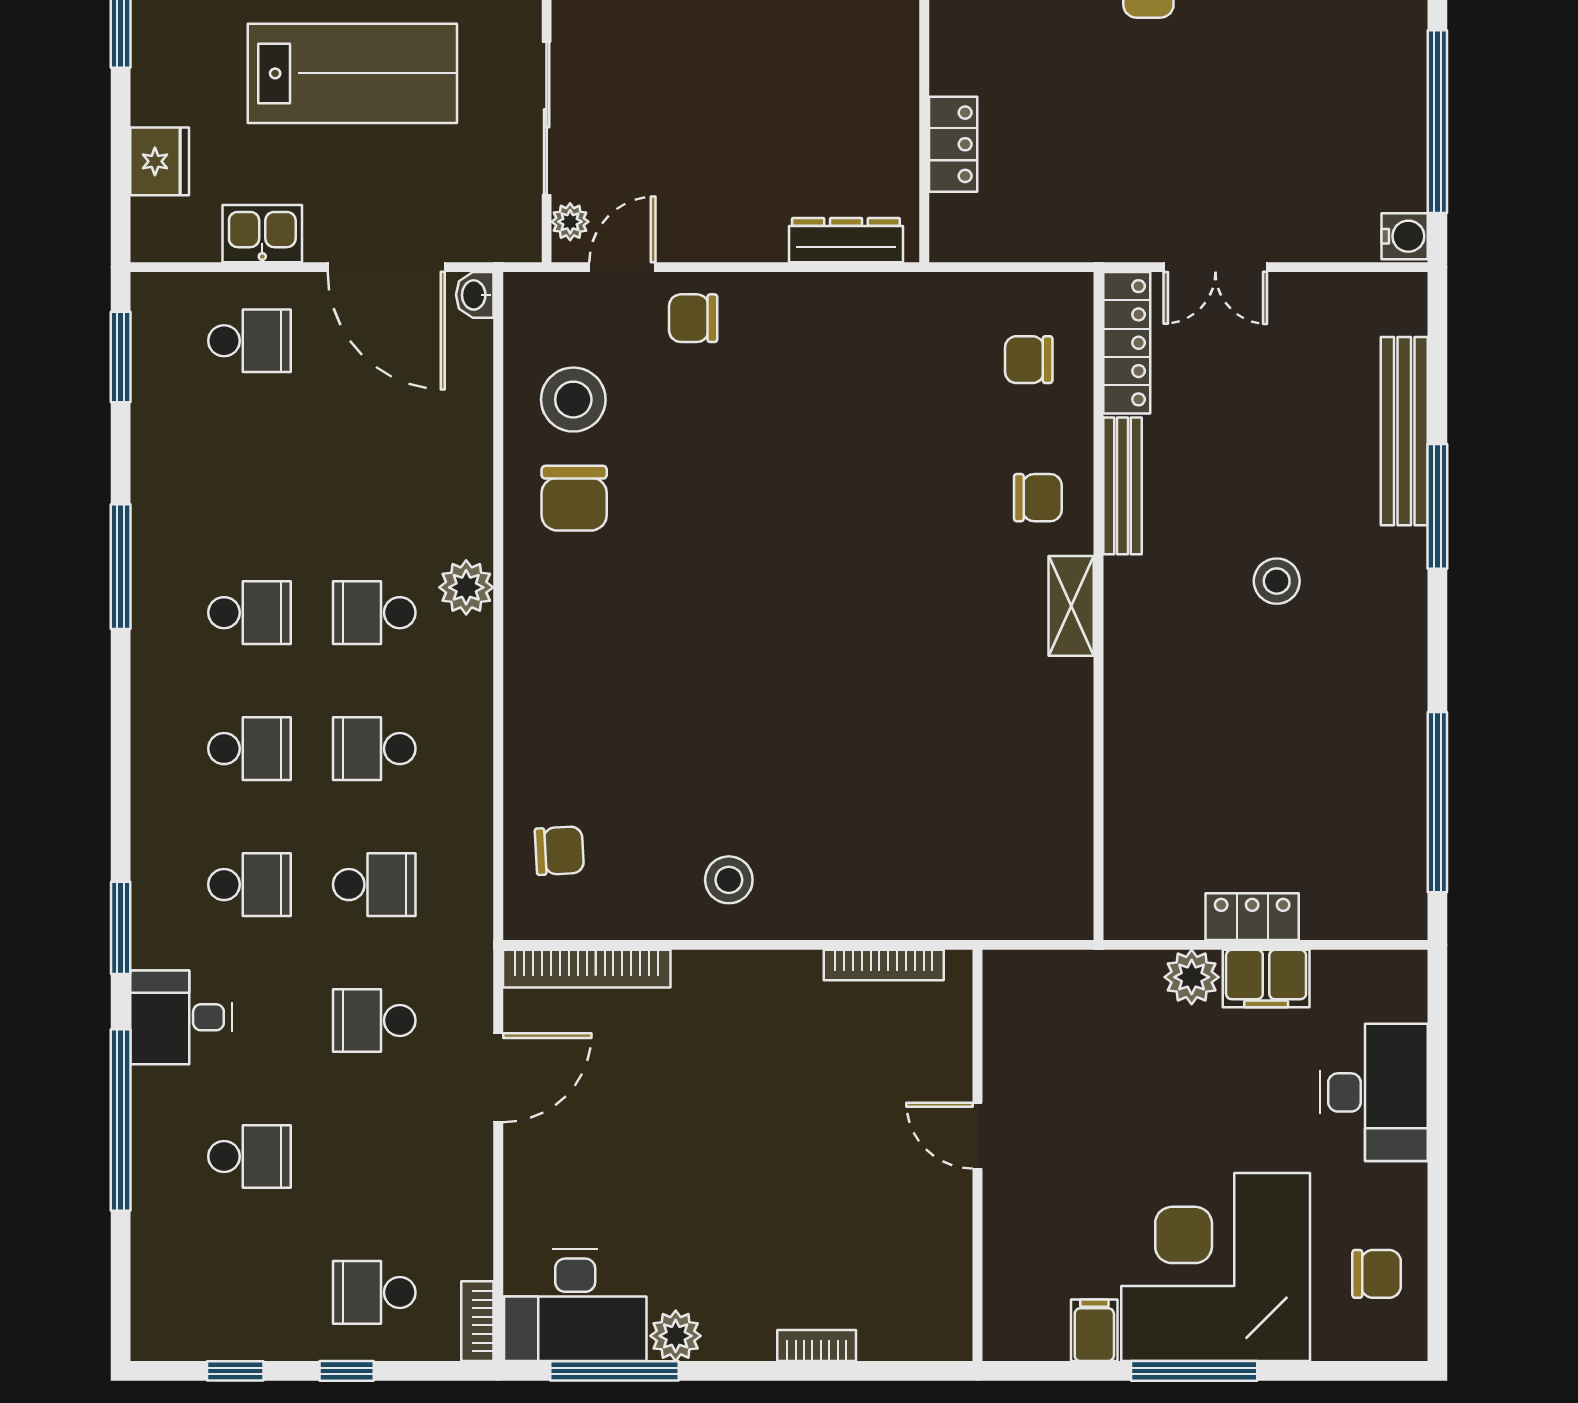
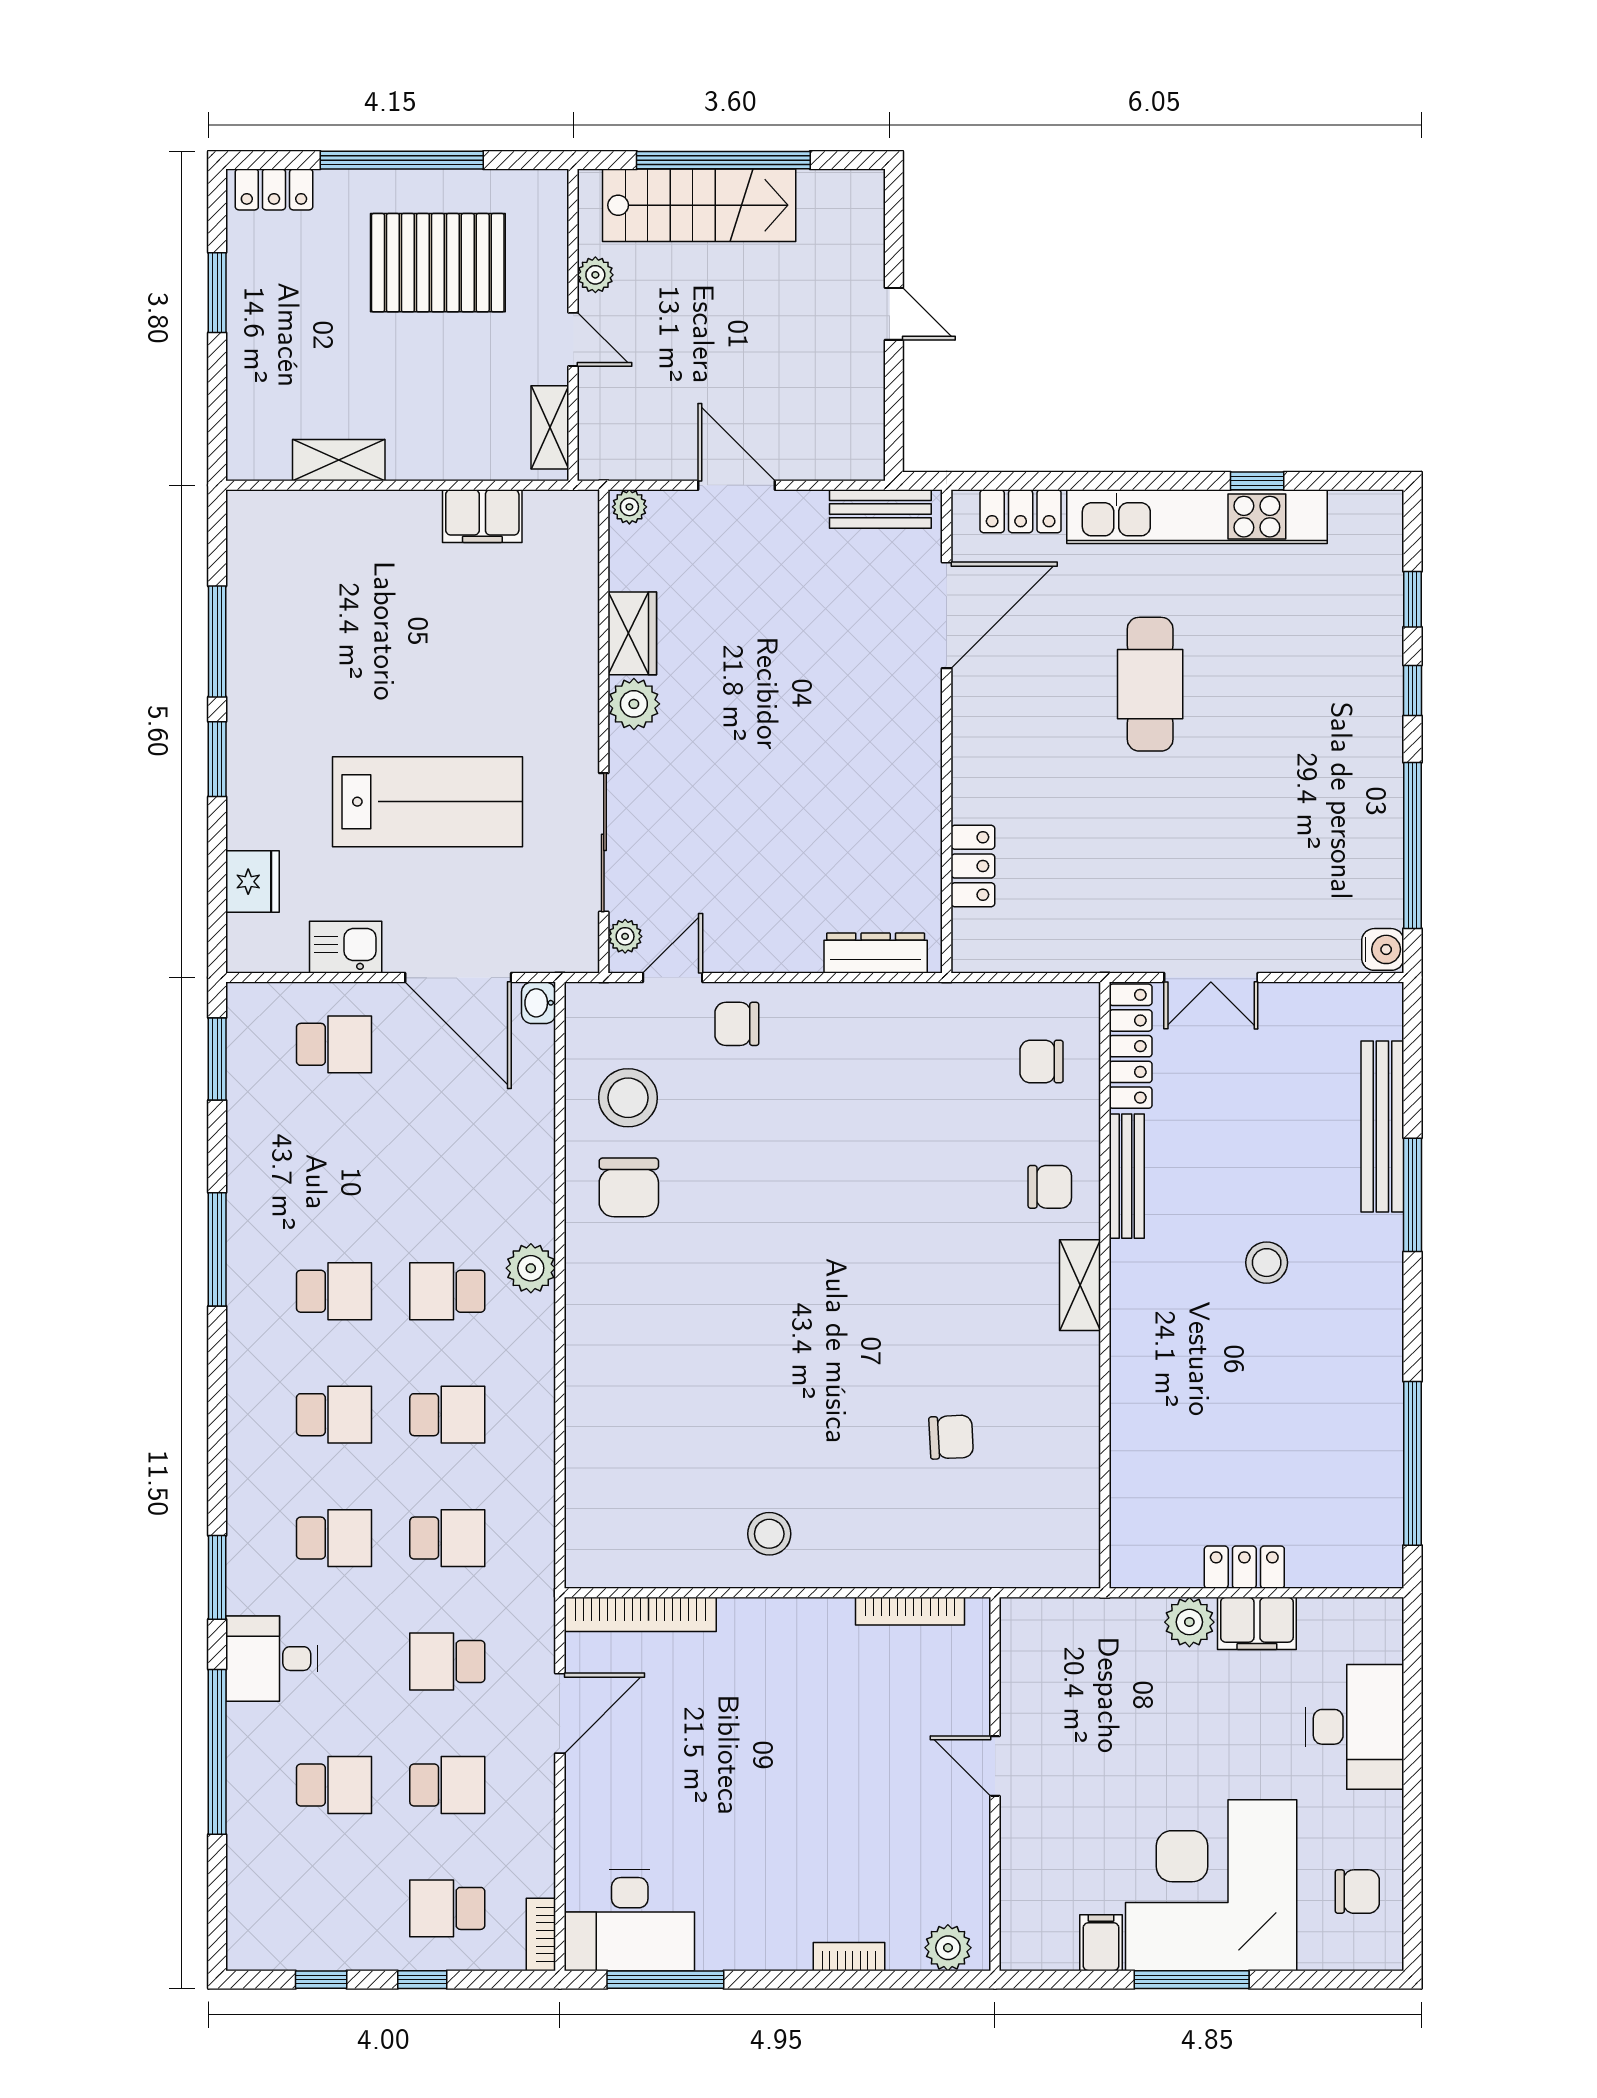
school desk: (374, 749) -> (447, 1415), turned 180
chair: (559, 851) -> (951, 1437), moved
school desk: (374, 1156) -> (447, 1785), added
plant: (676, 1336) -> (948, 1948), moved

